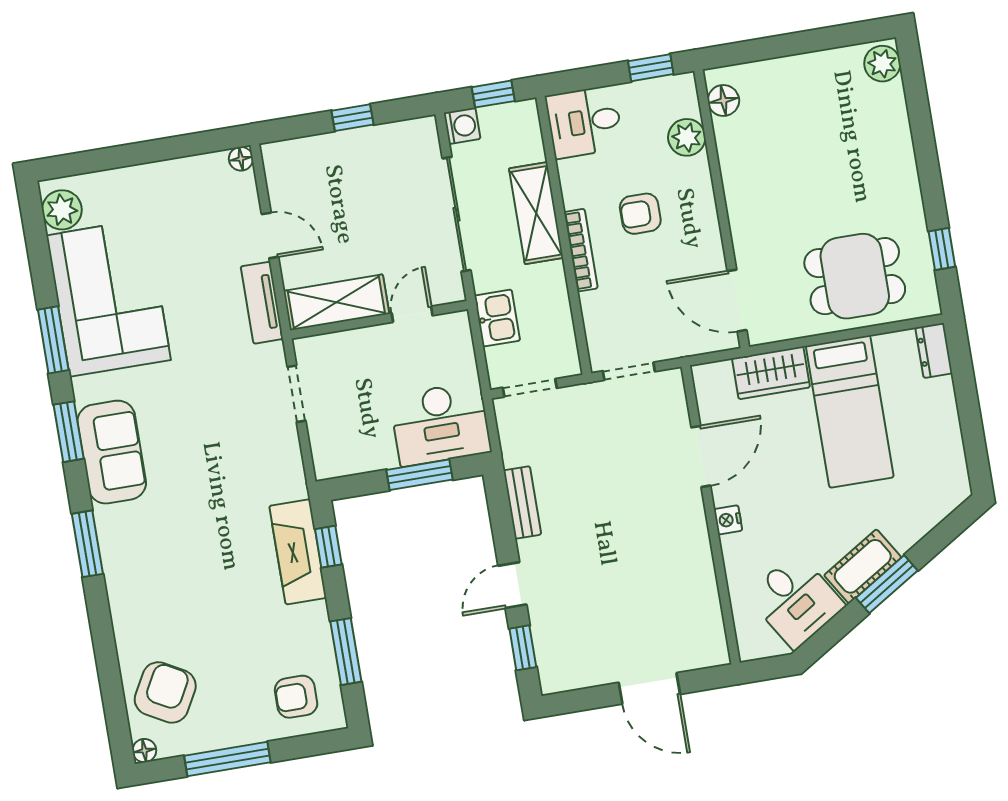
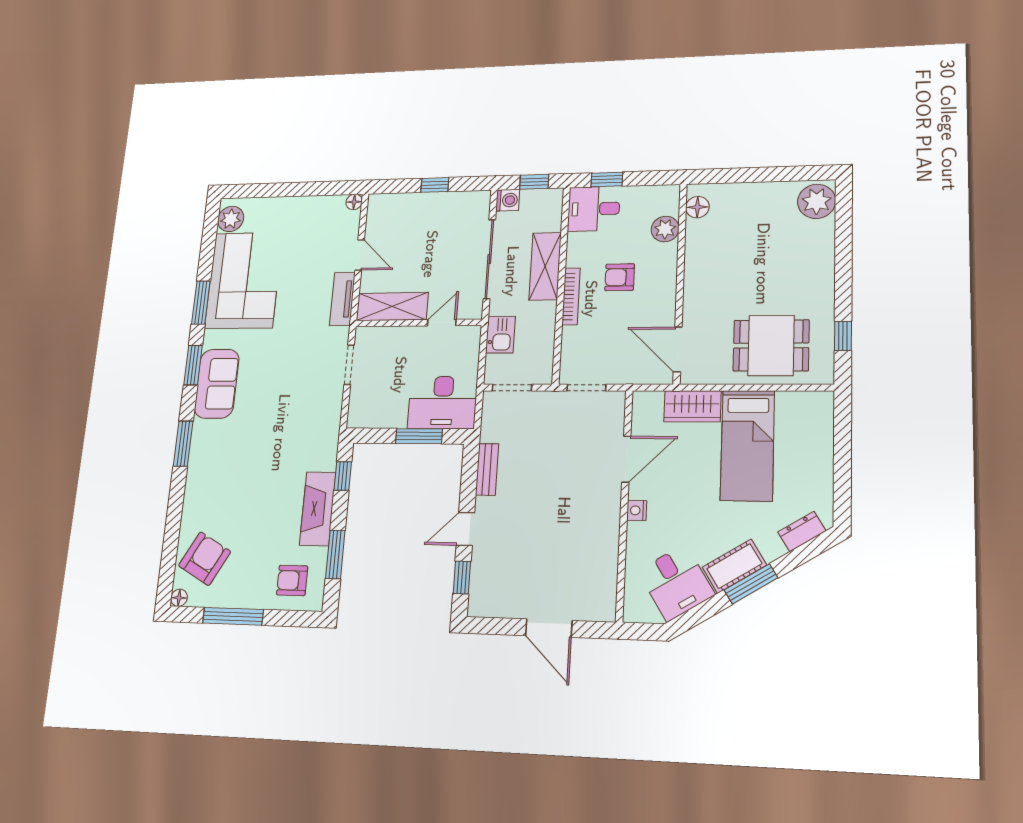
plant: (882, 64) -> (817, 201), width x1.36, depth x1.36
window: (651, 68) -> (607, 179), moved
dresser: (934, 350) -> (802, 531), moved, turned 58
fireplace: (298, 552) -> (318, 509), moved

